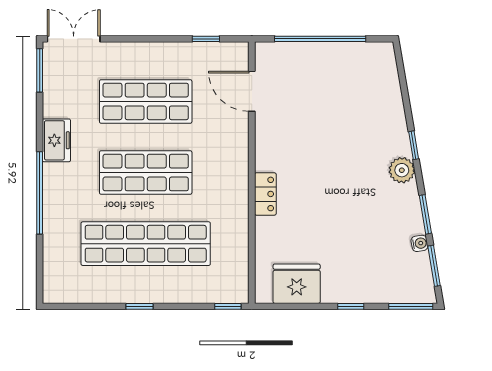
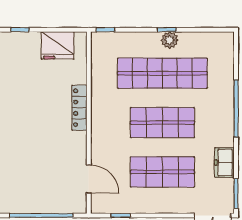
freezer: (56, 140) -> (224, 162), moved
locker: (265, 194) -> (79, 108), width x1.53
plant: (135, 291) -> (170, 40), added

